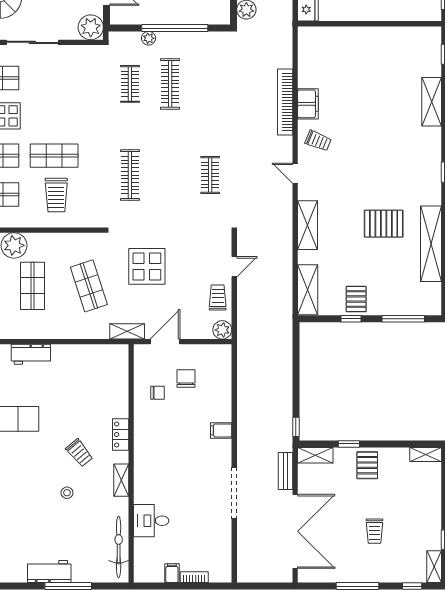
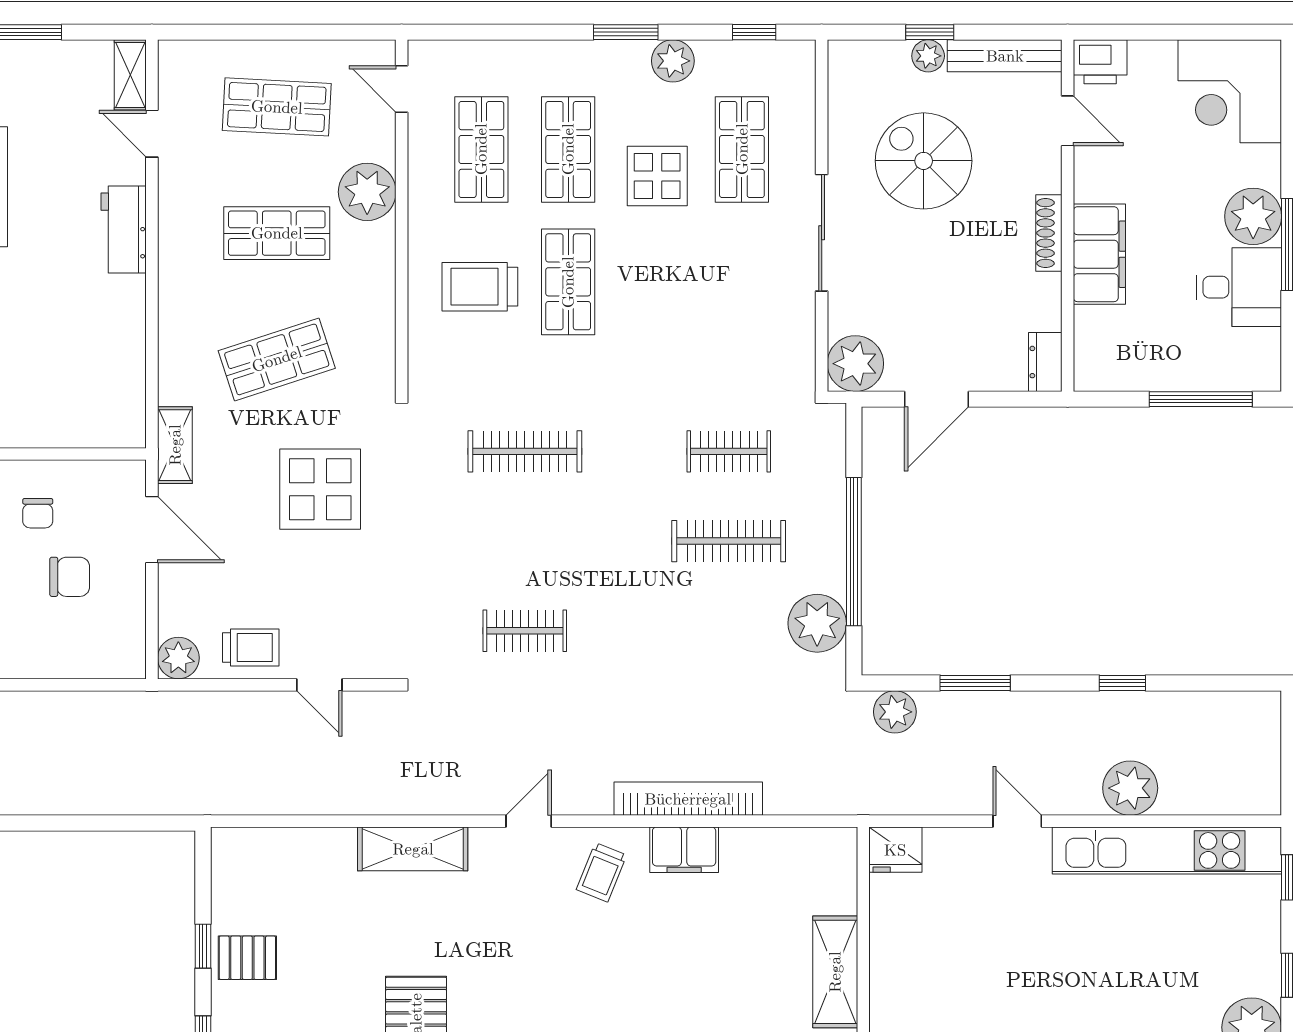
plant: (149, 38) -> (817, 623), moved, width x1.87, depth x1.87
shelving: (308, 290) -> (835, 972), moved, turned 90

